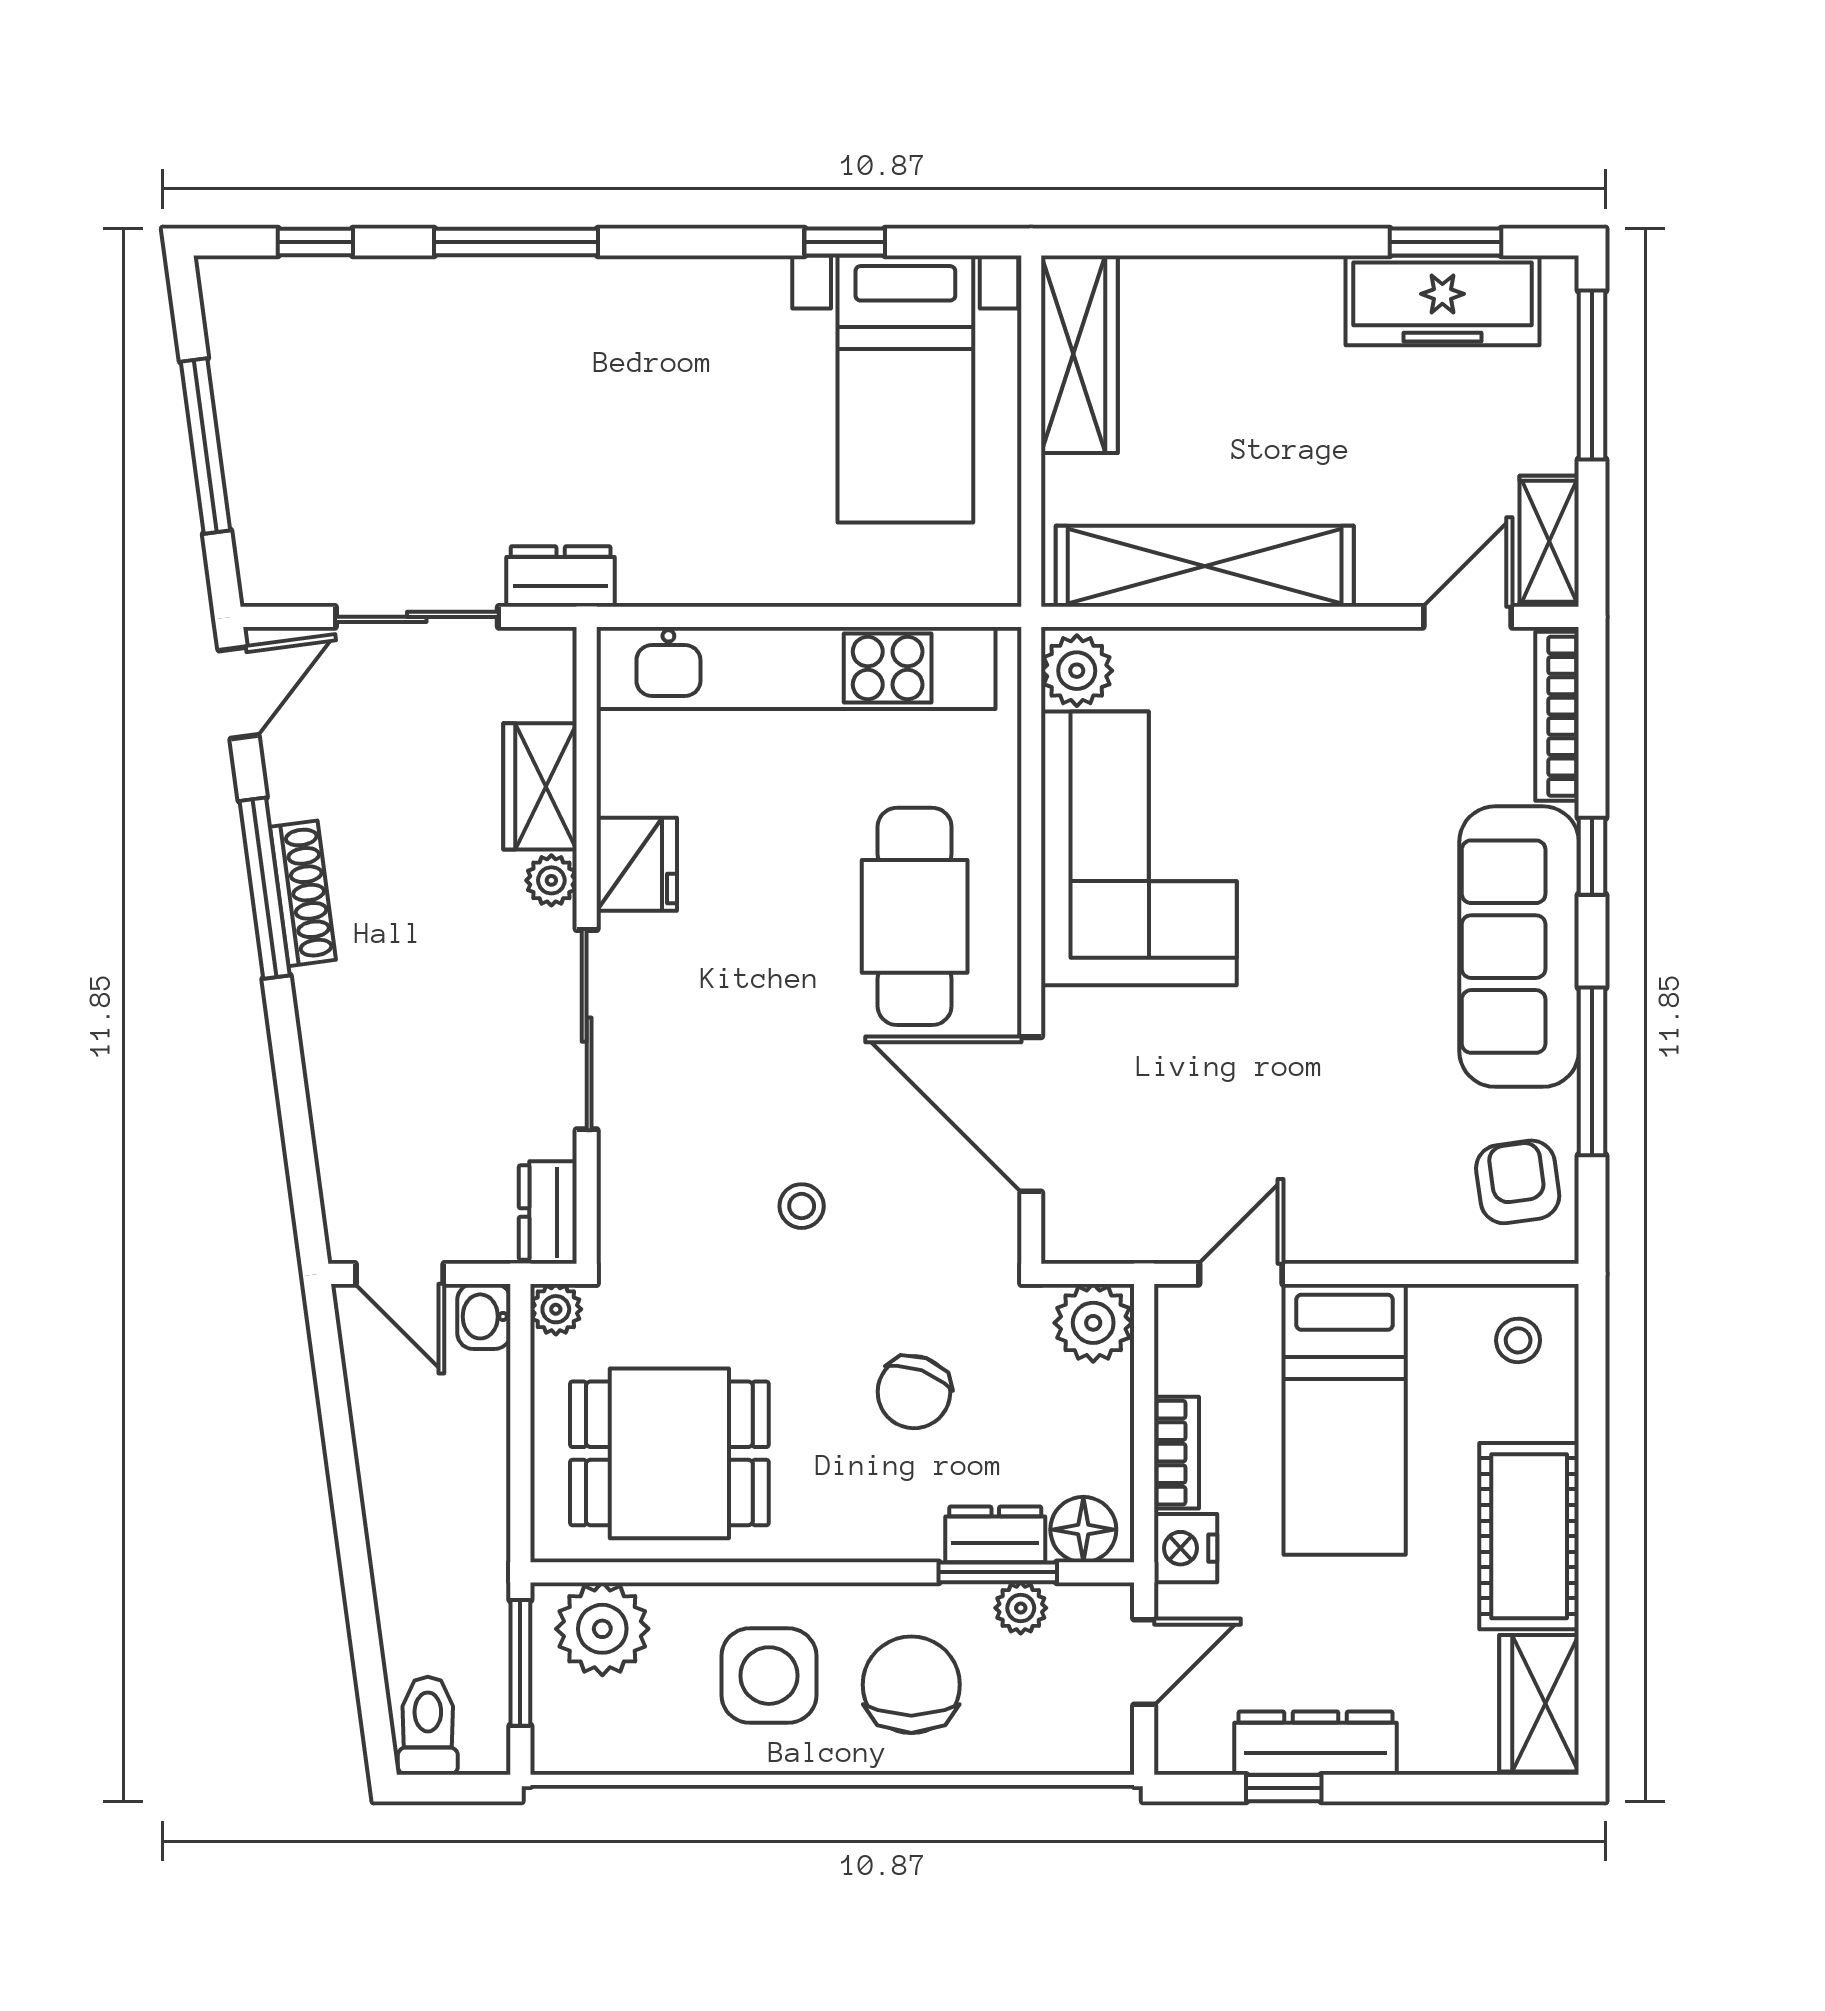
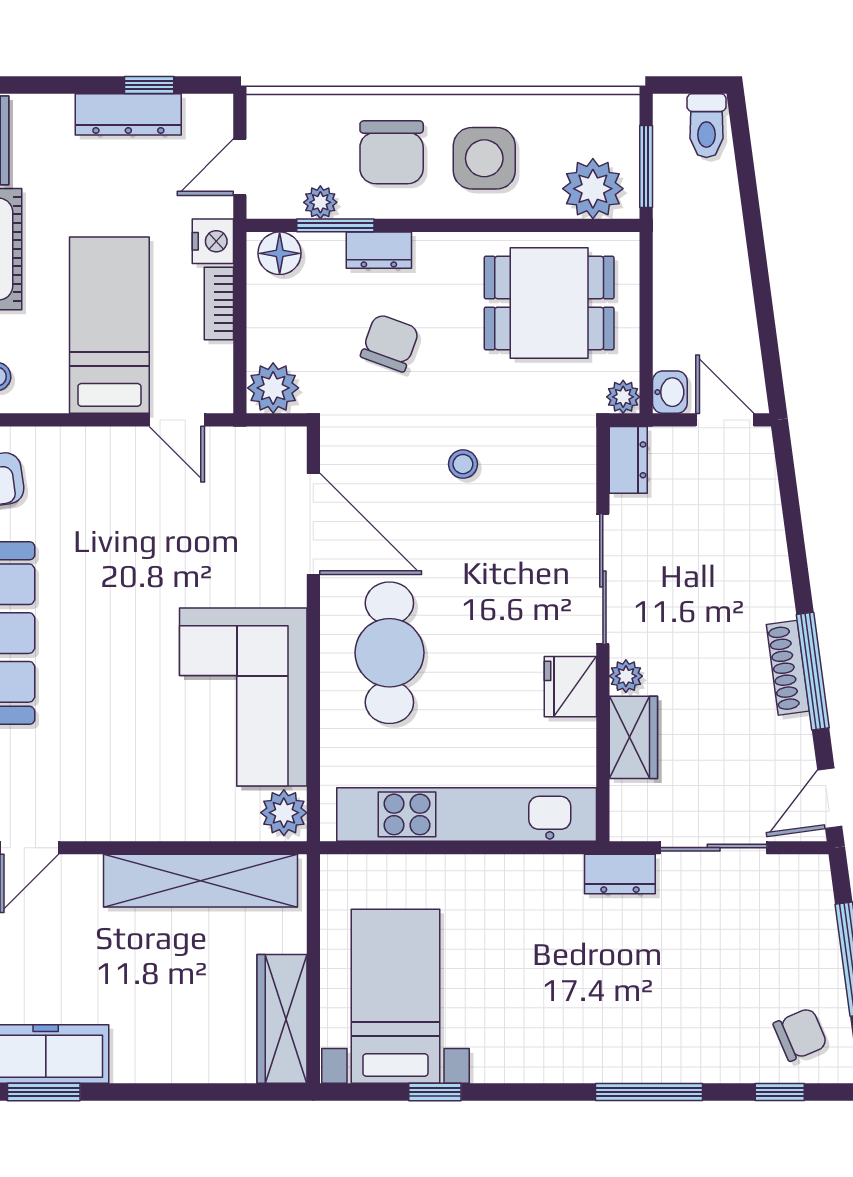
chair: (284, 330) -> (800, 1034), added
door: (1241, 1274) -> (177, 420), hinge flipped
dresser: (995, 1534) -> (379, 250), moved

